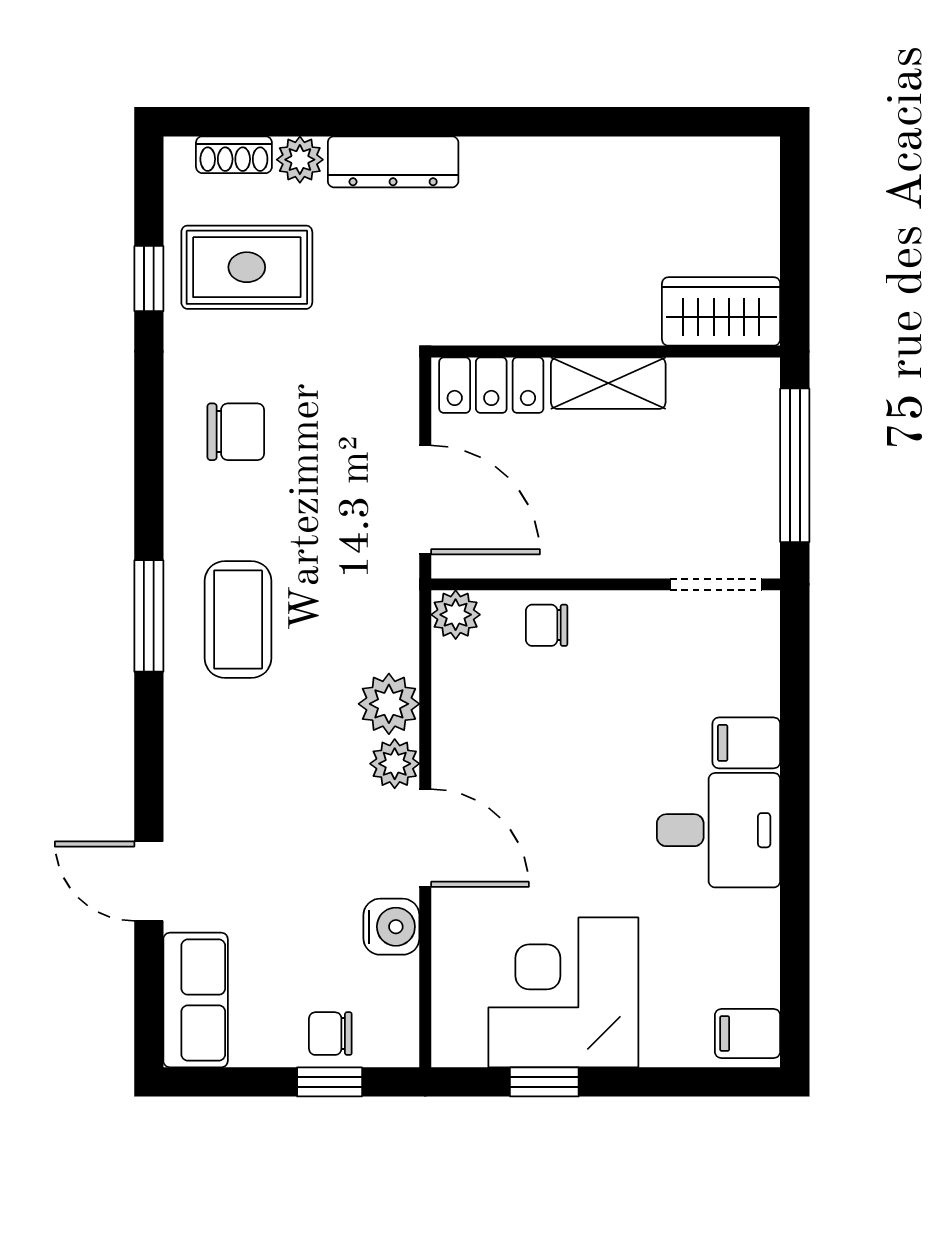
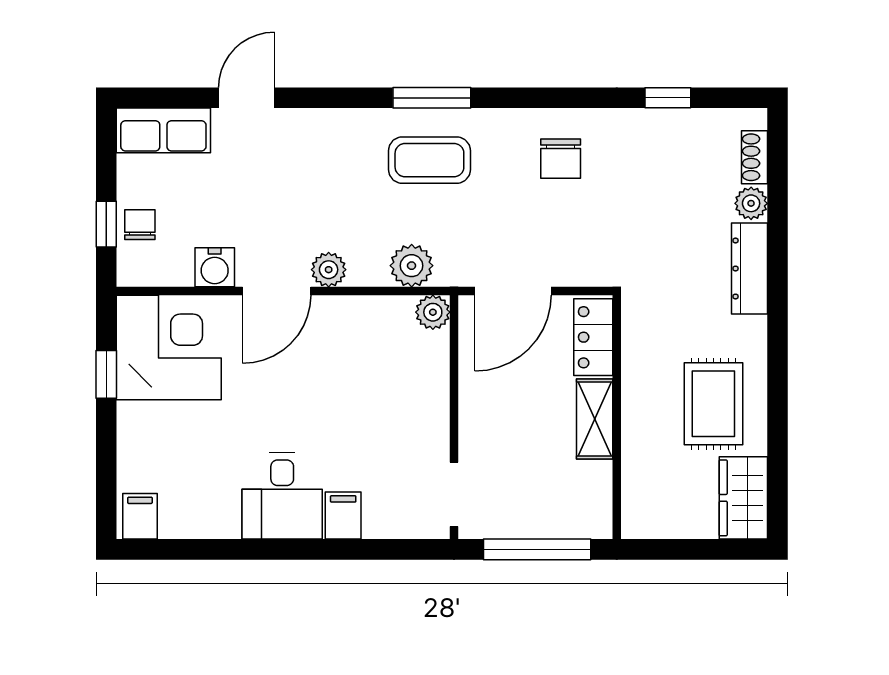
rug: (247, 267) -> (713, 404), moved
wardrobe: (721, 311) -> (743, 498), moved, turned 180
chair: (547, 625) -> (425, 376), removed
plant: (389, 704) -> (412, 266), moved
corner desk: (563, 992) -> (169, 347), moved

